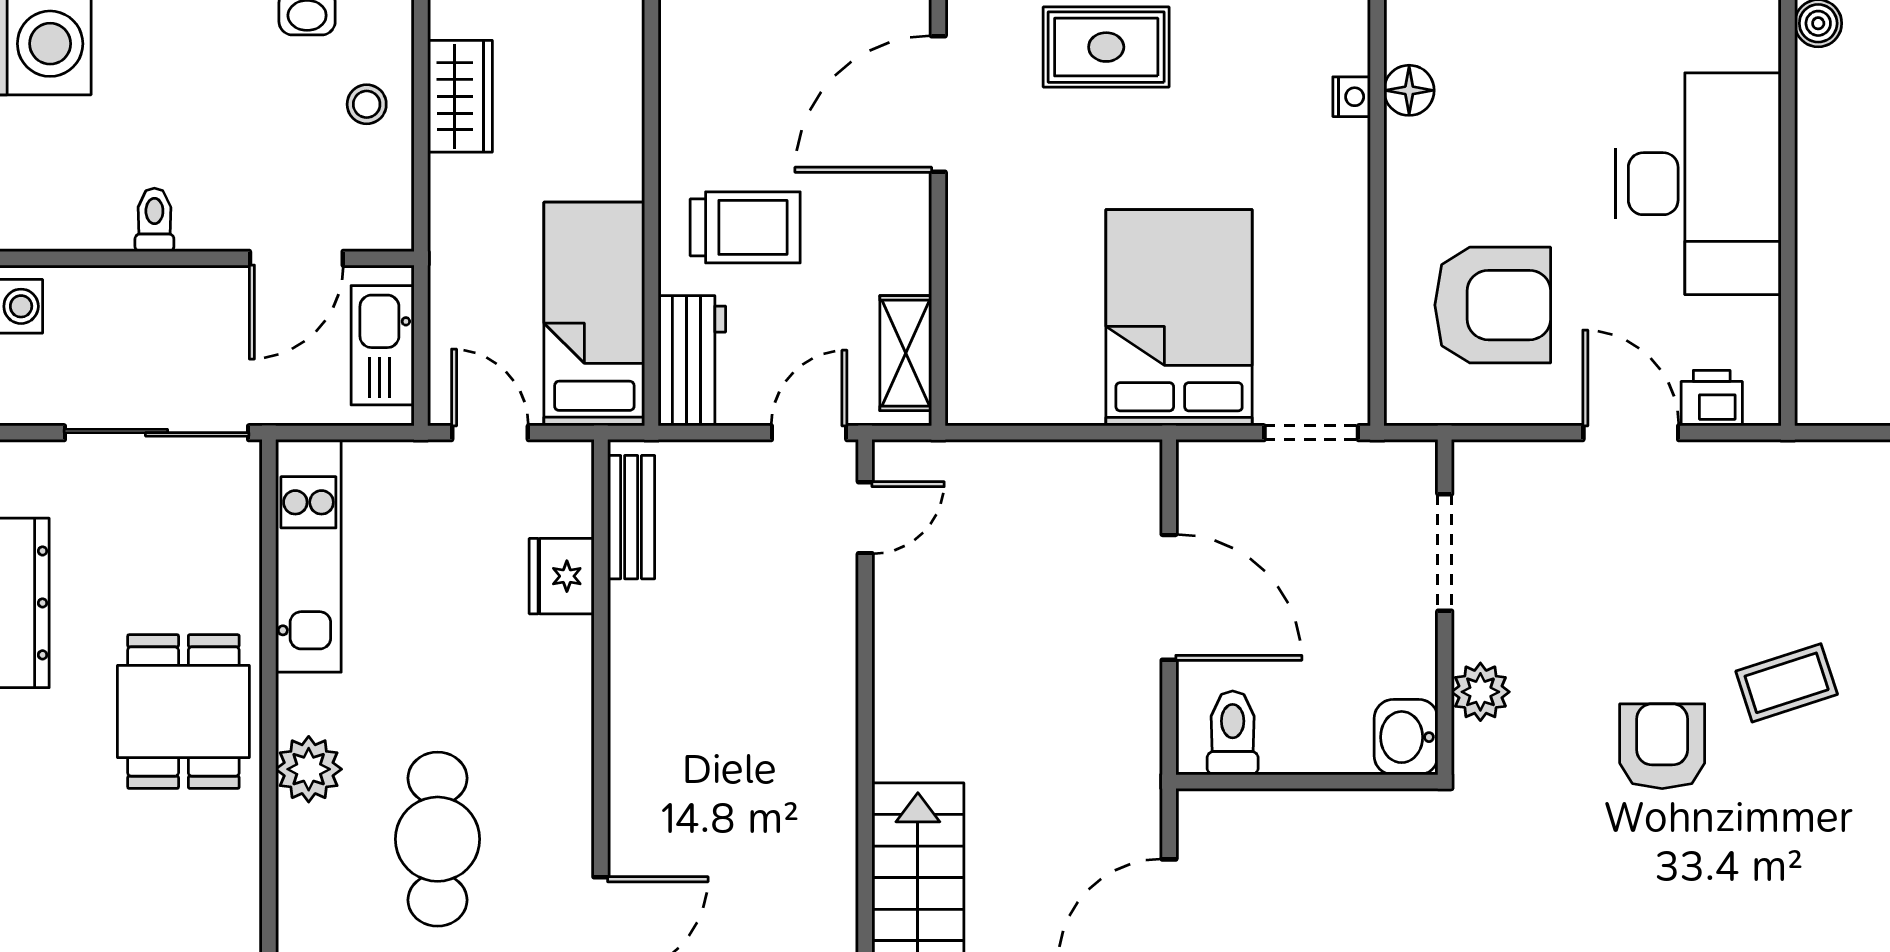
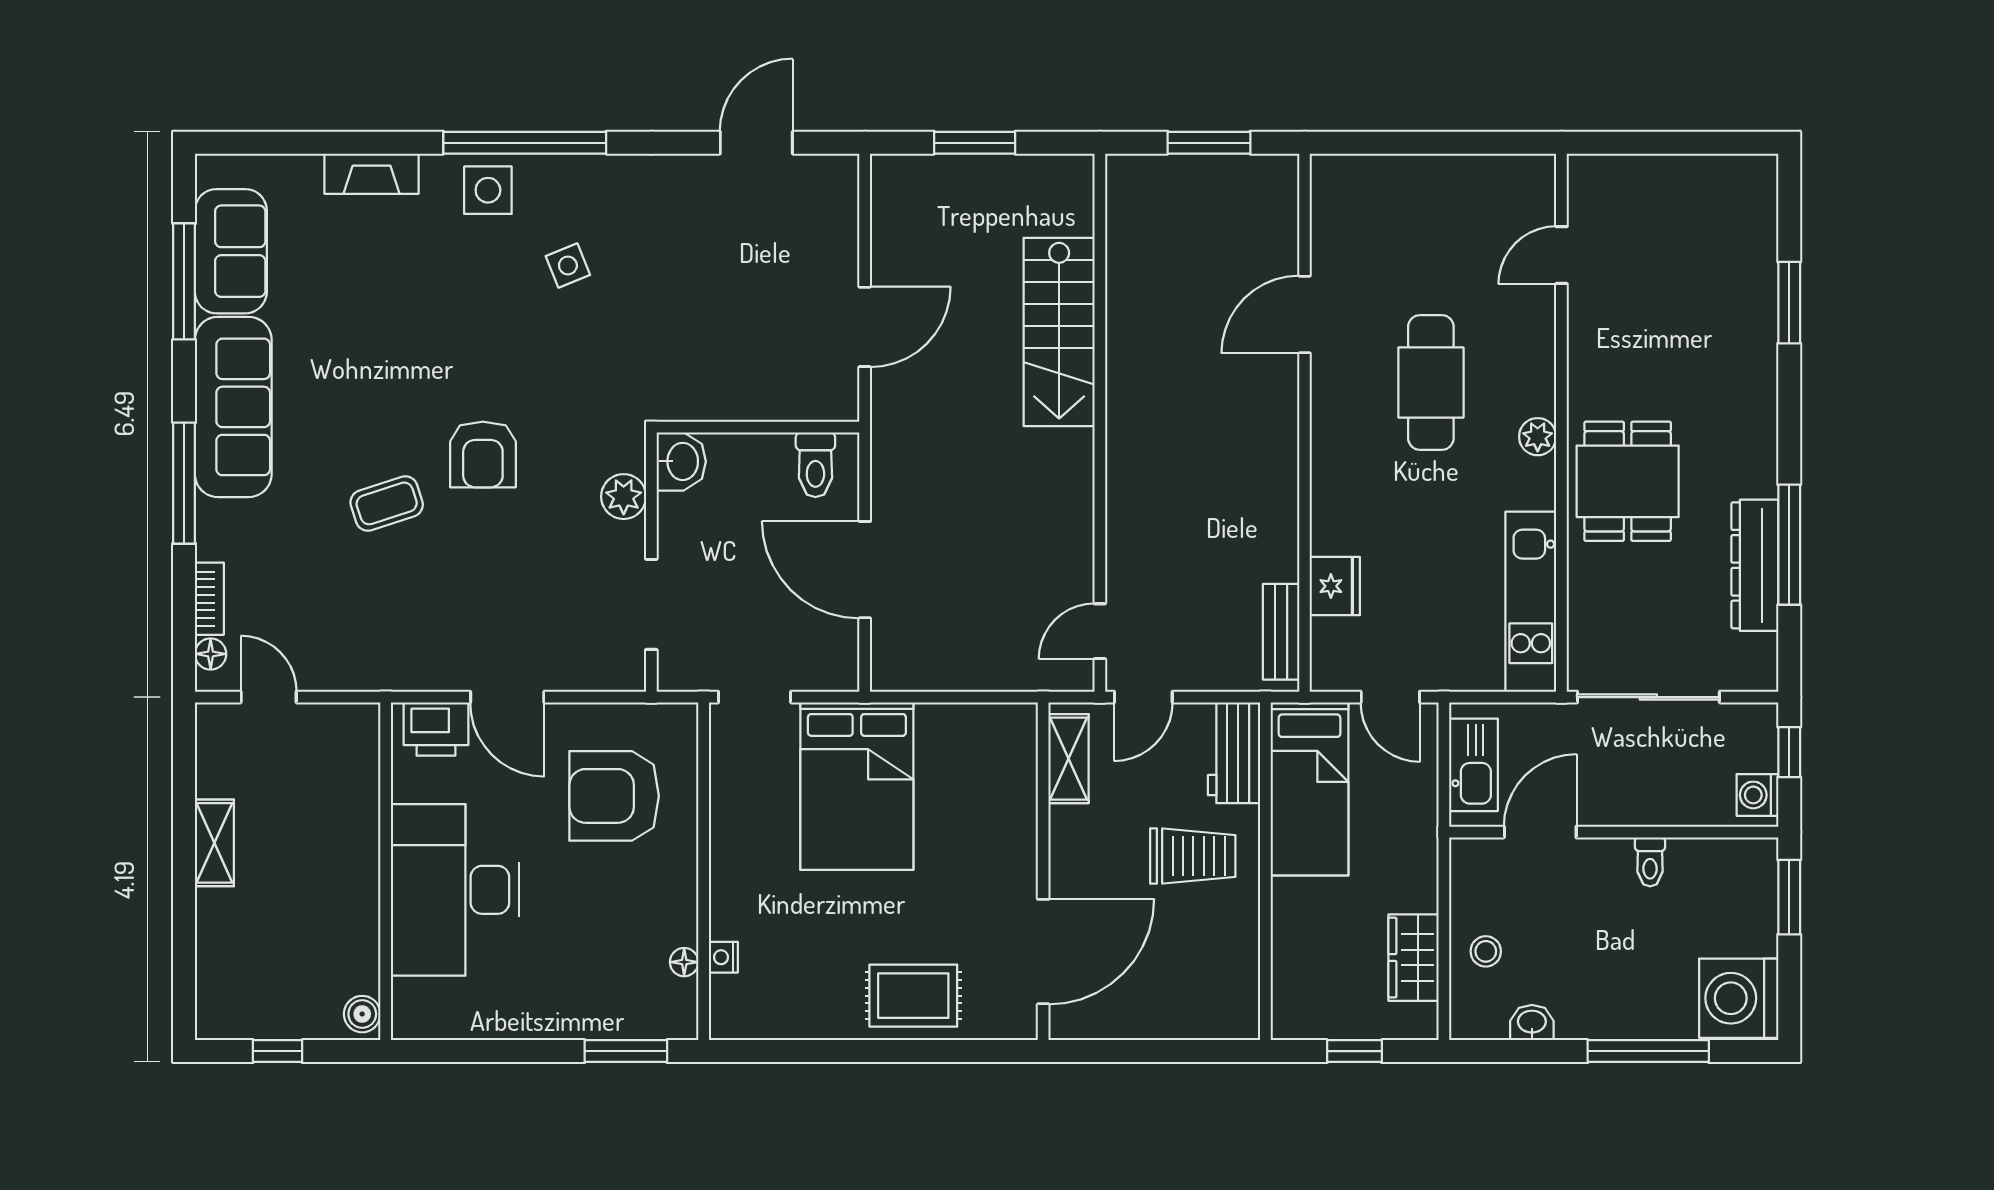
floor lamp: (1409, 90) -> (684, 962), width x0.73, depth x0.73
trolley: (745, 227) -> (1193, 856), turned 180
printer: (1712, 398) -> (436, 729), width x1.36, depth x1.24
plant: (309, 769) -> (1538, 437), width x0.73, depth x0.73

